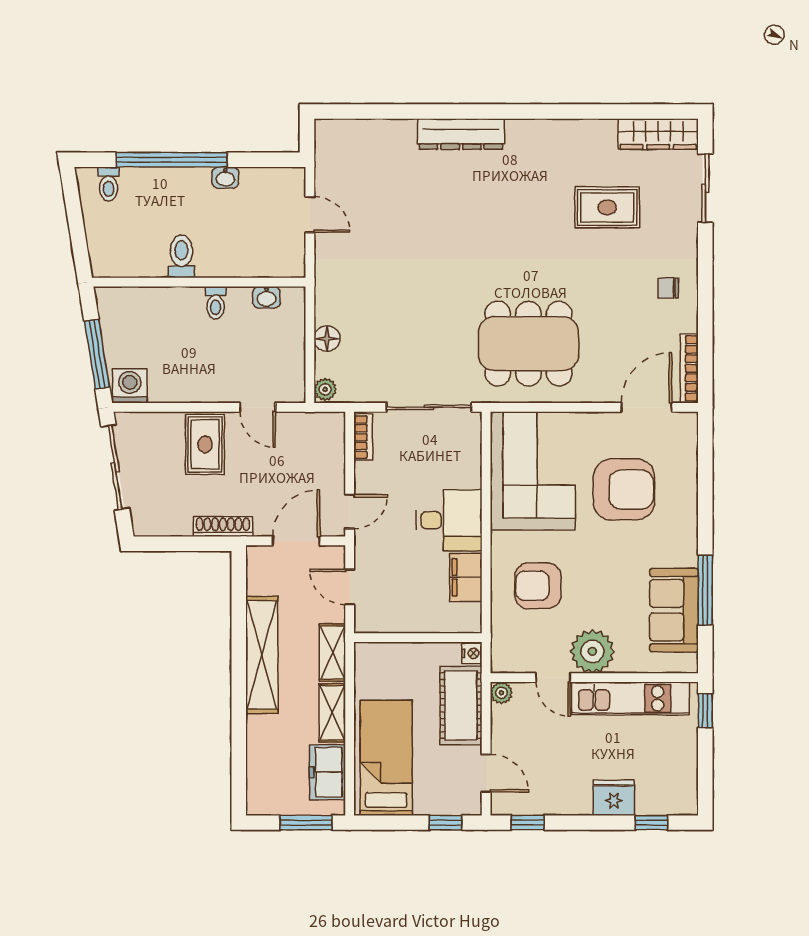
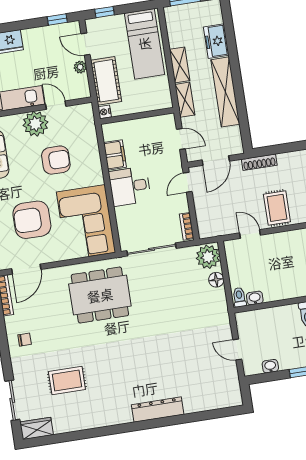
wardrobe: (658, 134) -> (37, 428), width x0.67
washbasin: (225, 178) -> (270, 366), moved
toilet: (216, 303) -> (239, 297), moved
plant: (325, 389) -> (208, 257), width x1.88, depth x1.88
armchair: (538, 586) -> (56, 160), moved
plant: (501, 693) -> (80, 67), moved
freezer: (327, 772) -> (216, 41), moved, turned 180

